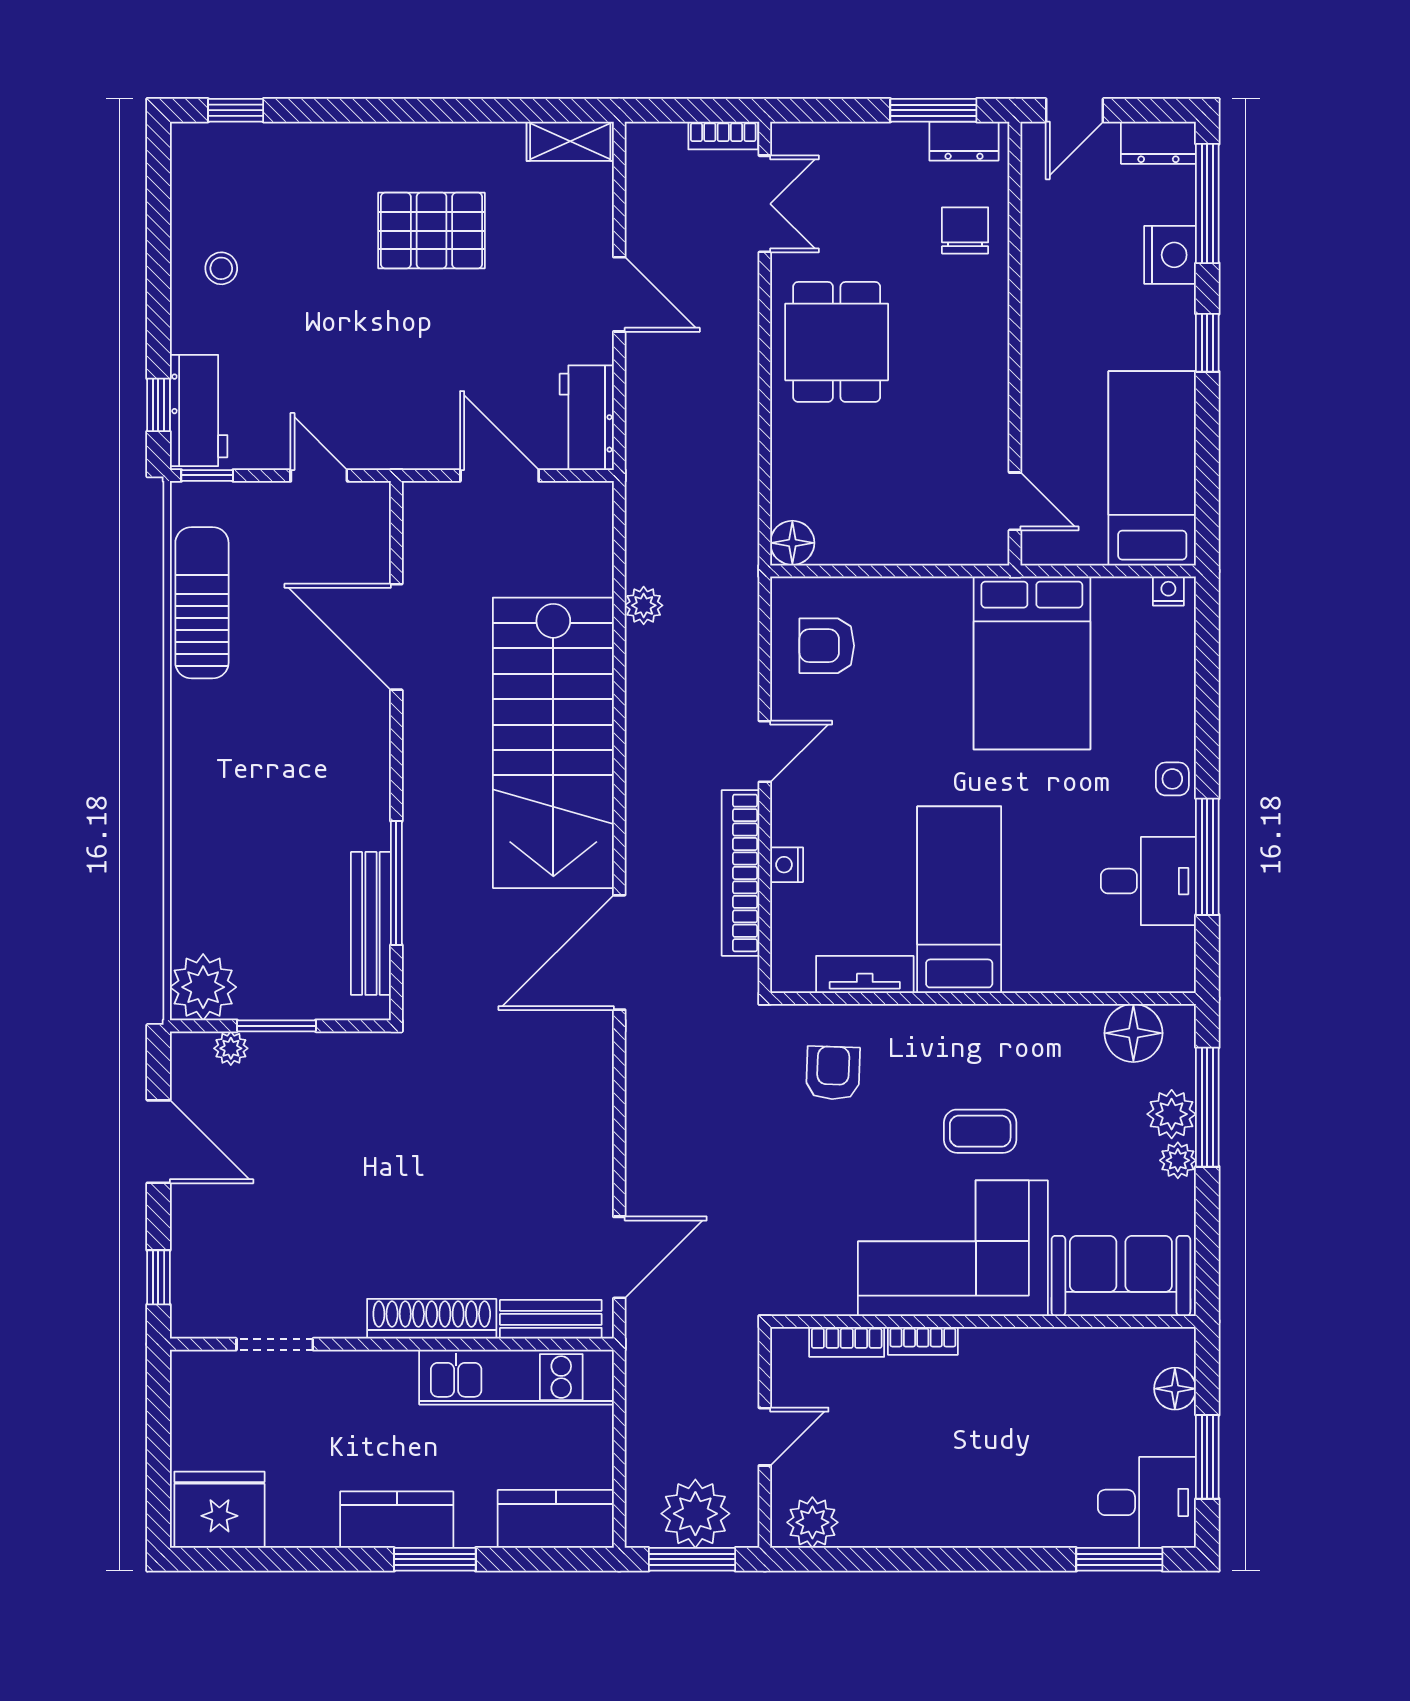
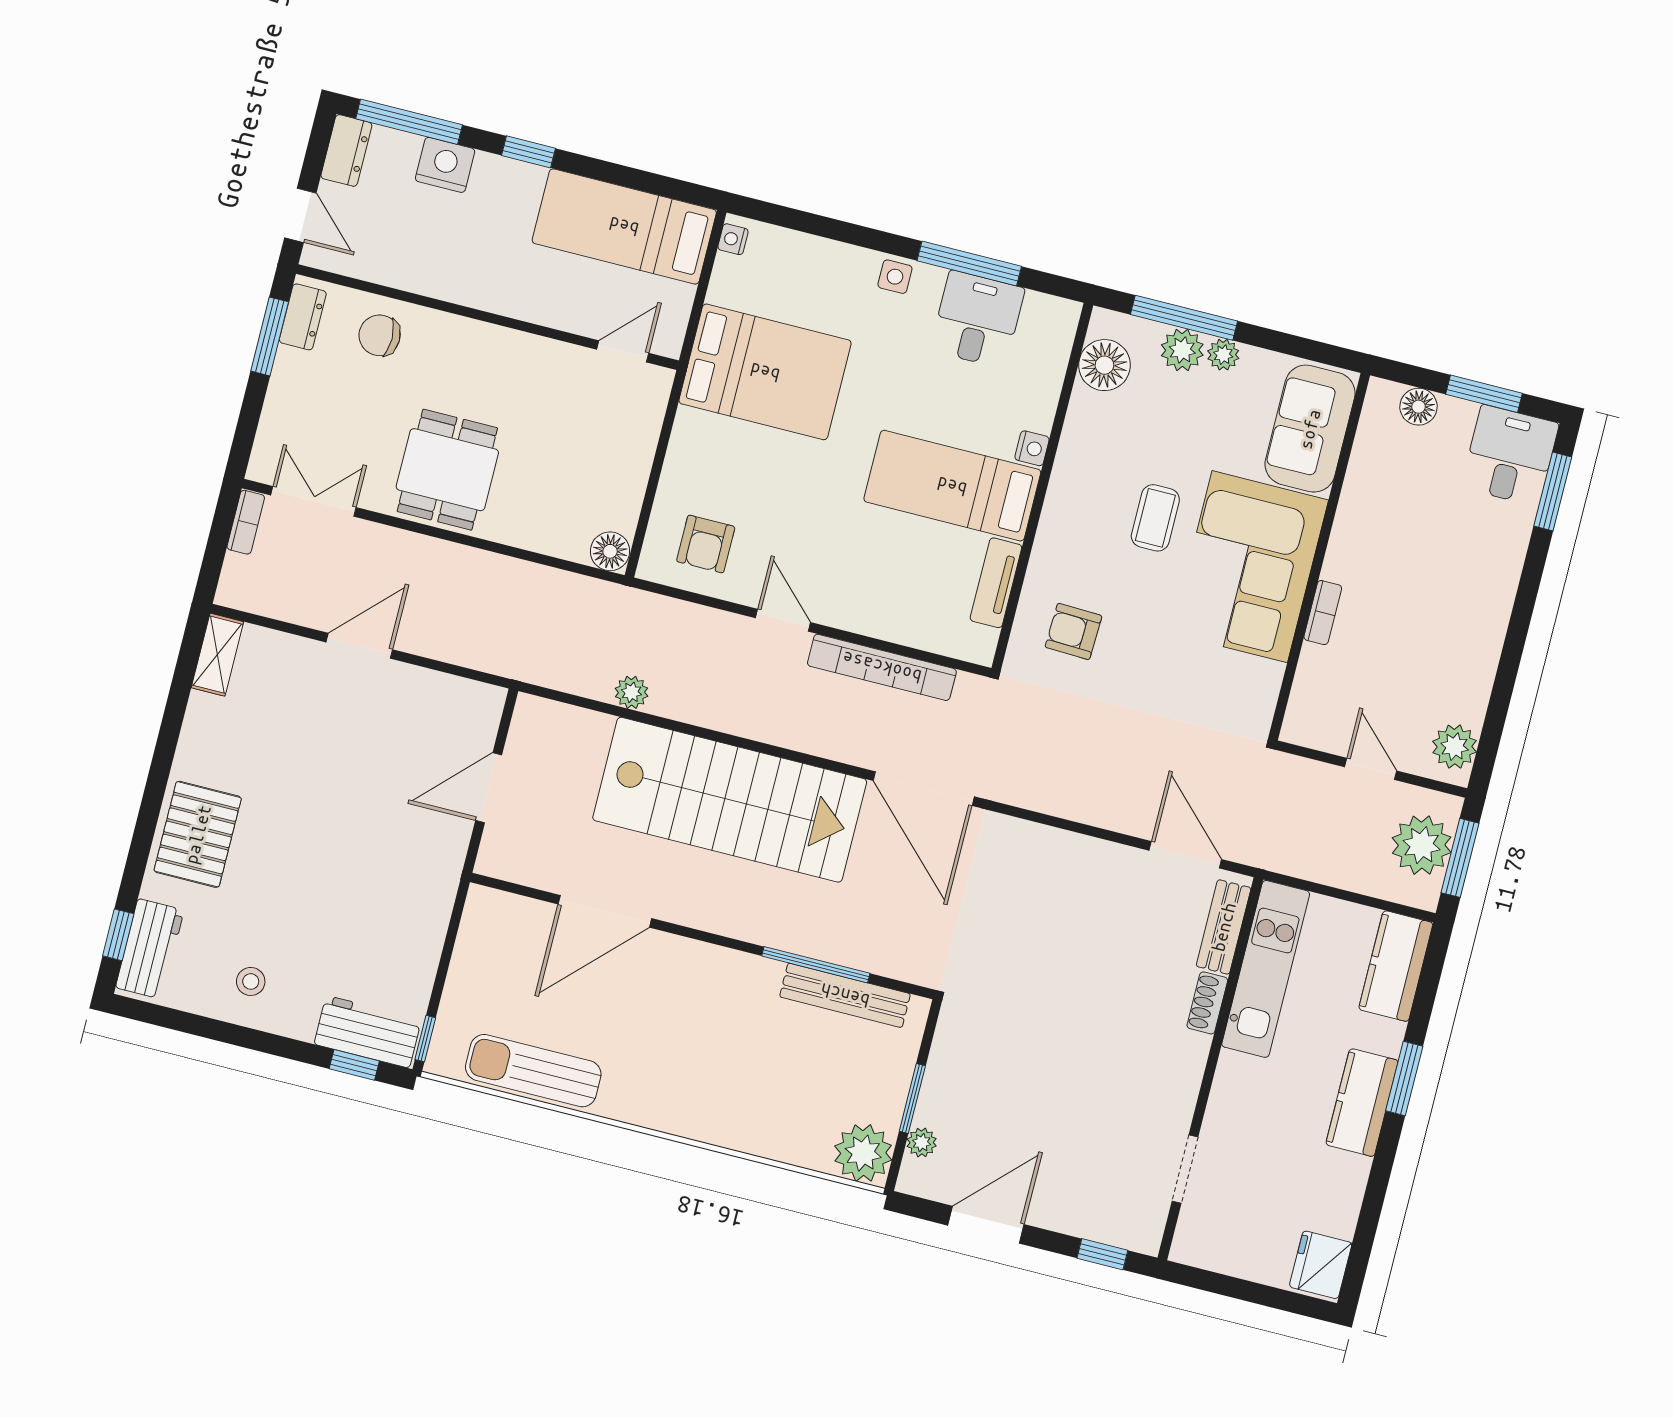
pallet: (432, 231) -> (198, 834), moved
dining table: (837, 342) -> (447, 470), turned 90
workbench: (587, 418) -> (150, 949), moved, turned -90
door: (319, 475) -> (450, 943), removed
nightstand: (787, 865) -> (1032, 448), moved, turned -90
shoe rack: (432, 1319) -> (1207, 1003), width x0.51, depth x0.81
bookcase: (847, 1342) -> (1307, 678), removed
fridge: (219, 1510) -> (1321, 1265), width x0.73, depth x0.75

